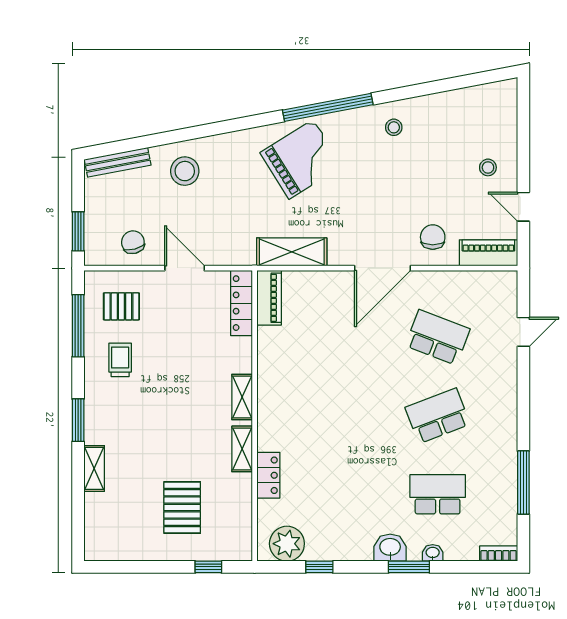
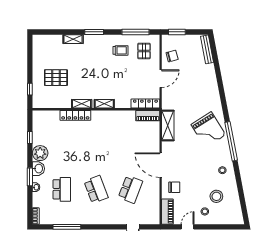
stool: (185, 171) -> (216, 196), moved
locker: (268, 475) -> (75, 115), width x1.53
plant: (287, 544) -> (40, 153), moved

